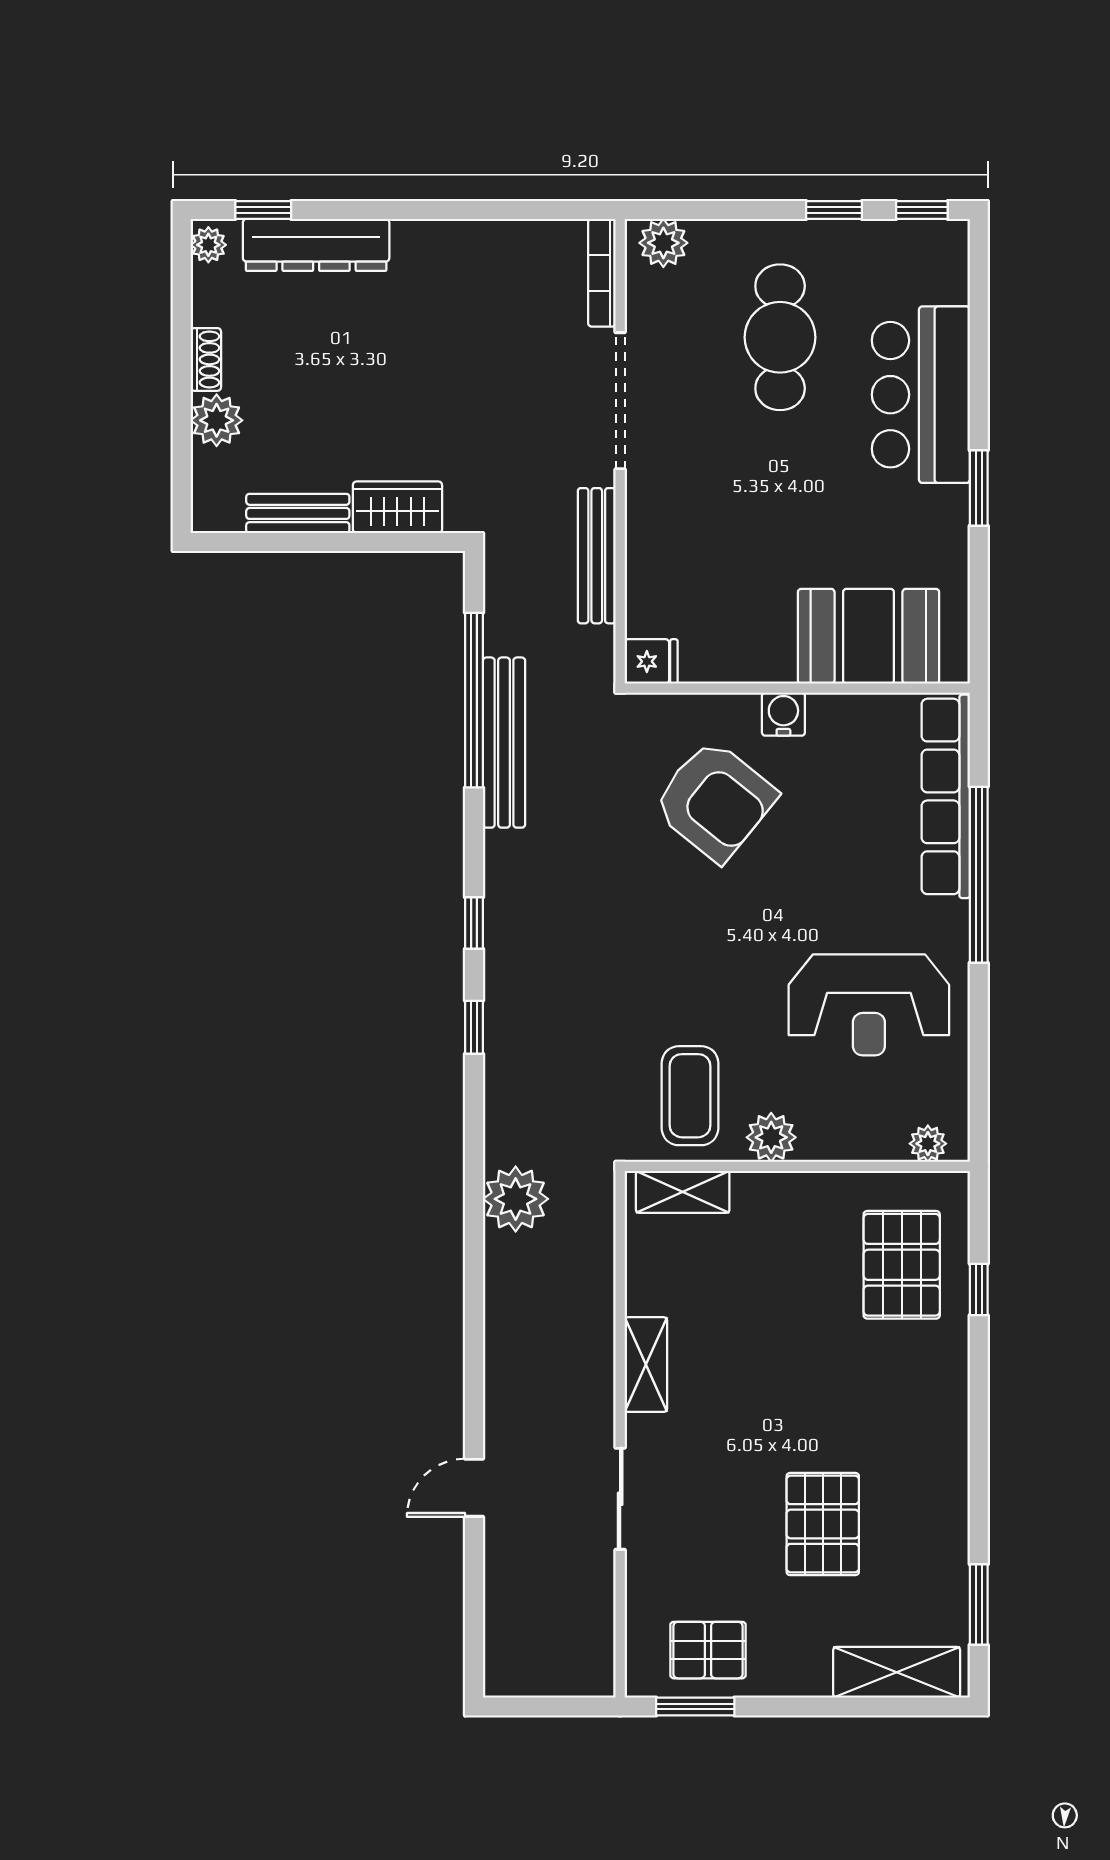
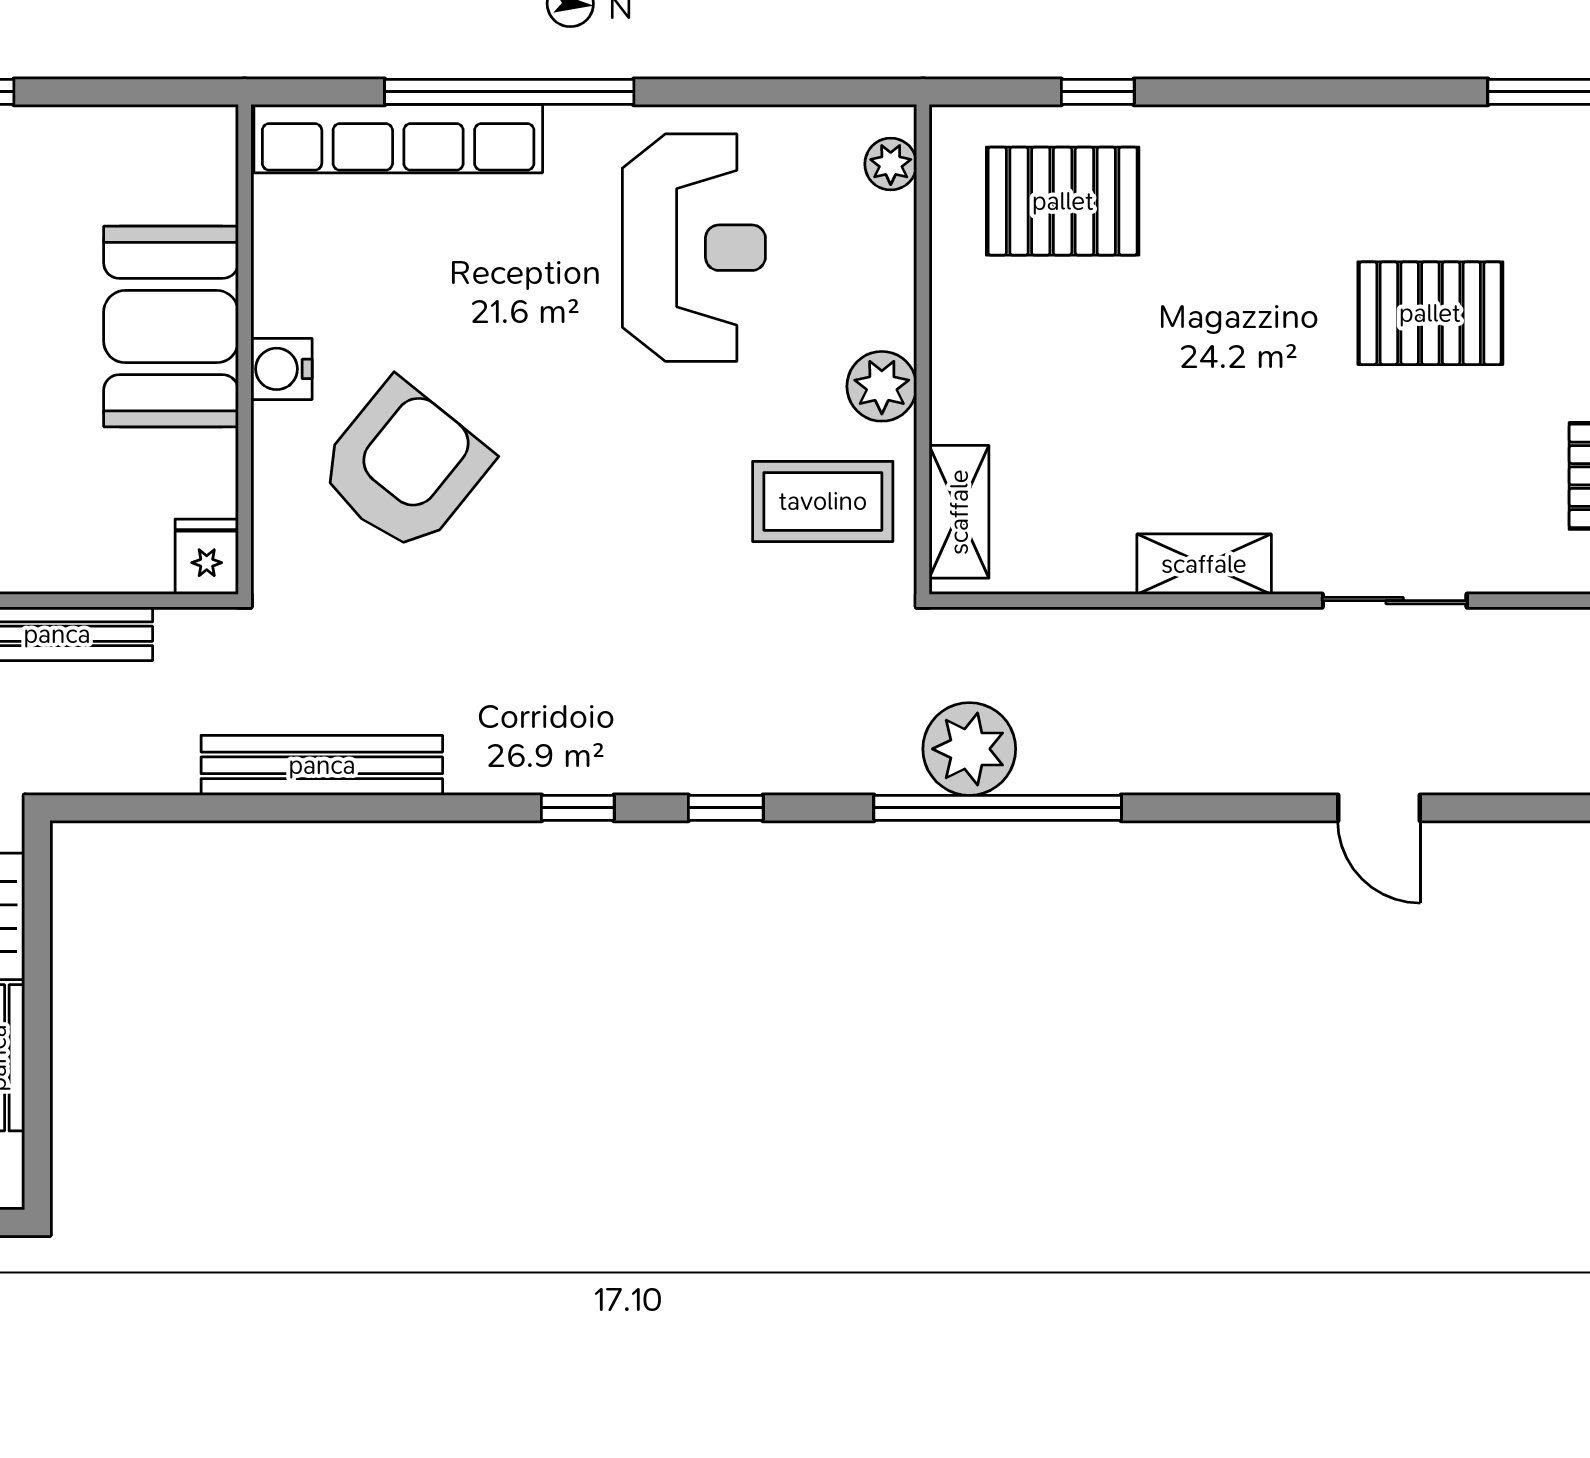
booth: (868, 636) -> (171, 327), moved
window: (474, 700) -> (998, 808), moved

